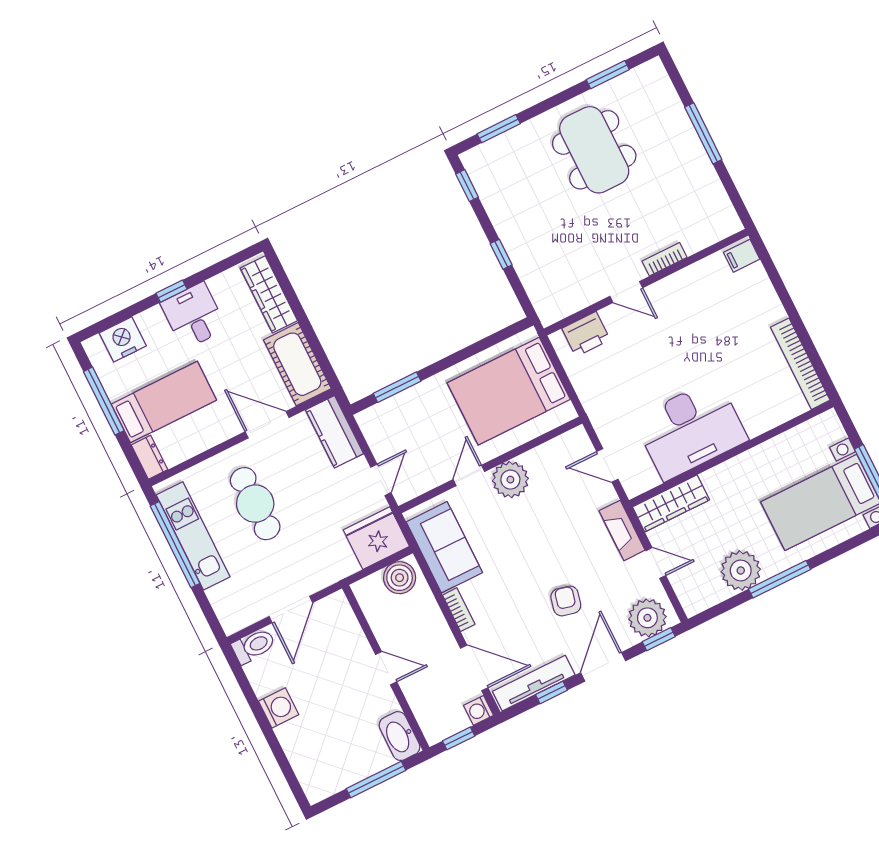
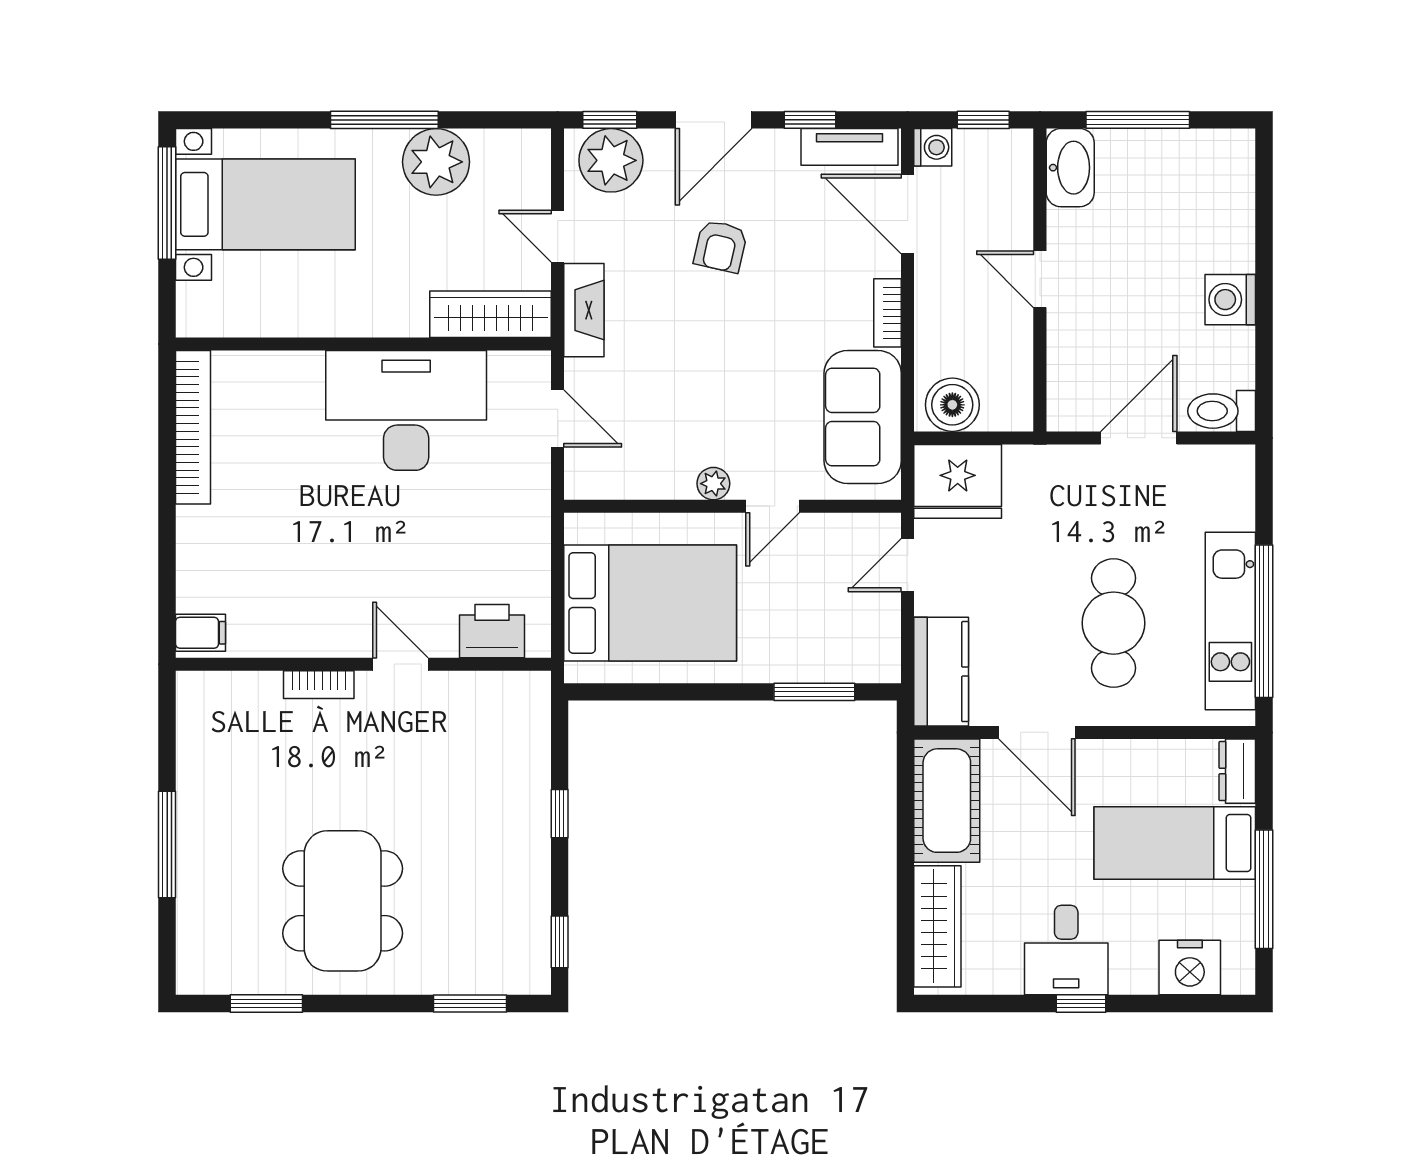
plant: (510, 480) -> (713, 484), width x0.53, depth x0.53
tv unit: (534, 683) -> (850, 147), width x0.71

